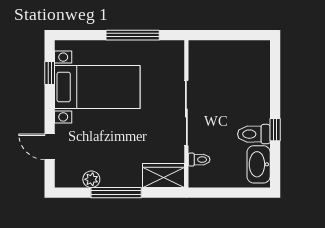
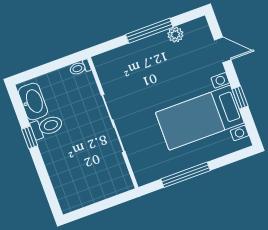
window: (50, 73) -> (240, 97), moved
toilet: (199, 160) -> (80, 68), moved
wardrobe: (163, 176) -> (113, 61), removed

